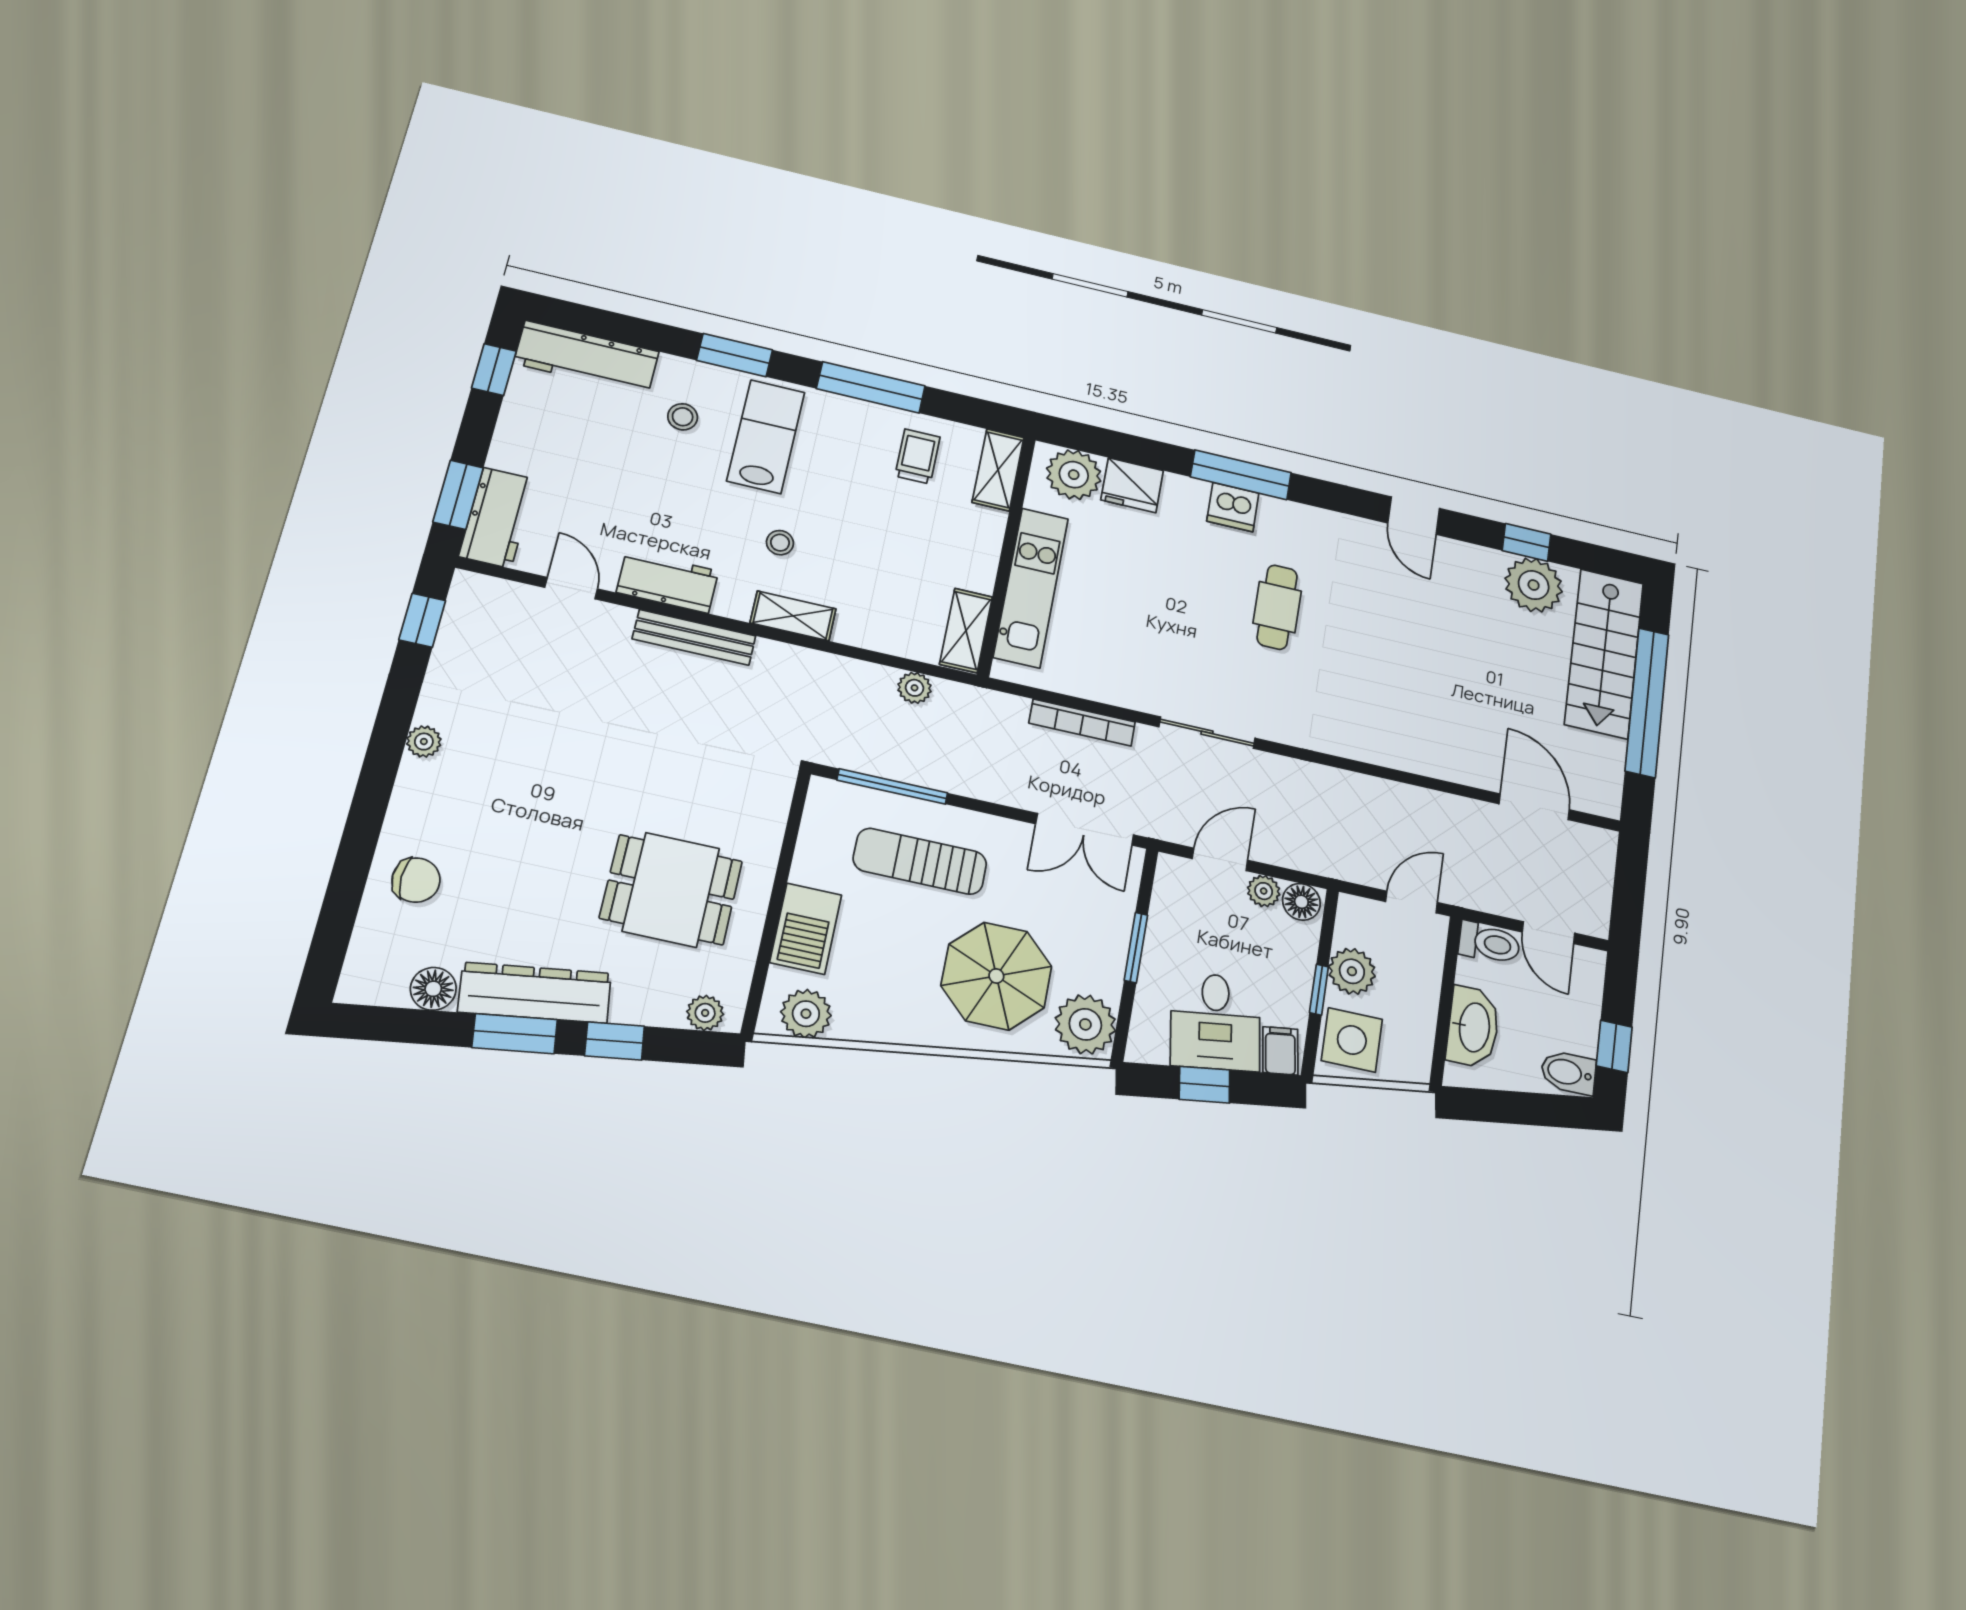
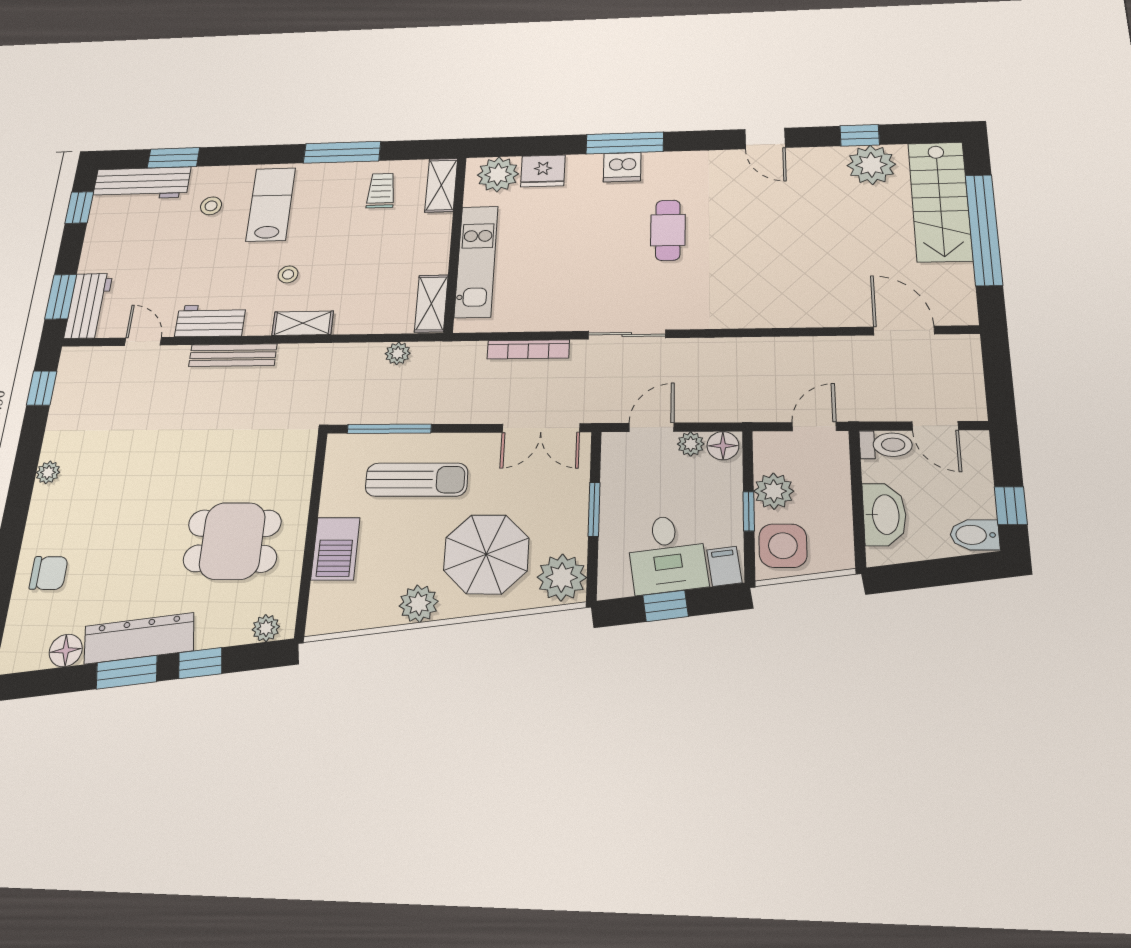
window: (735, 355) -> (173, 158), moved
sun lounger: (920, 861) -> (417, 480), turned 180
plant: (806, 1014) -> (419, 604), moved

